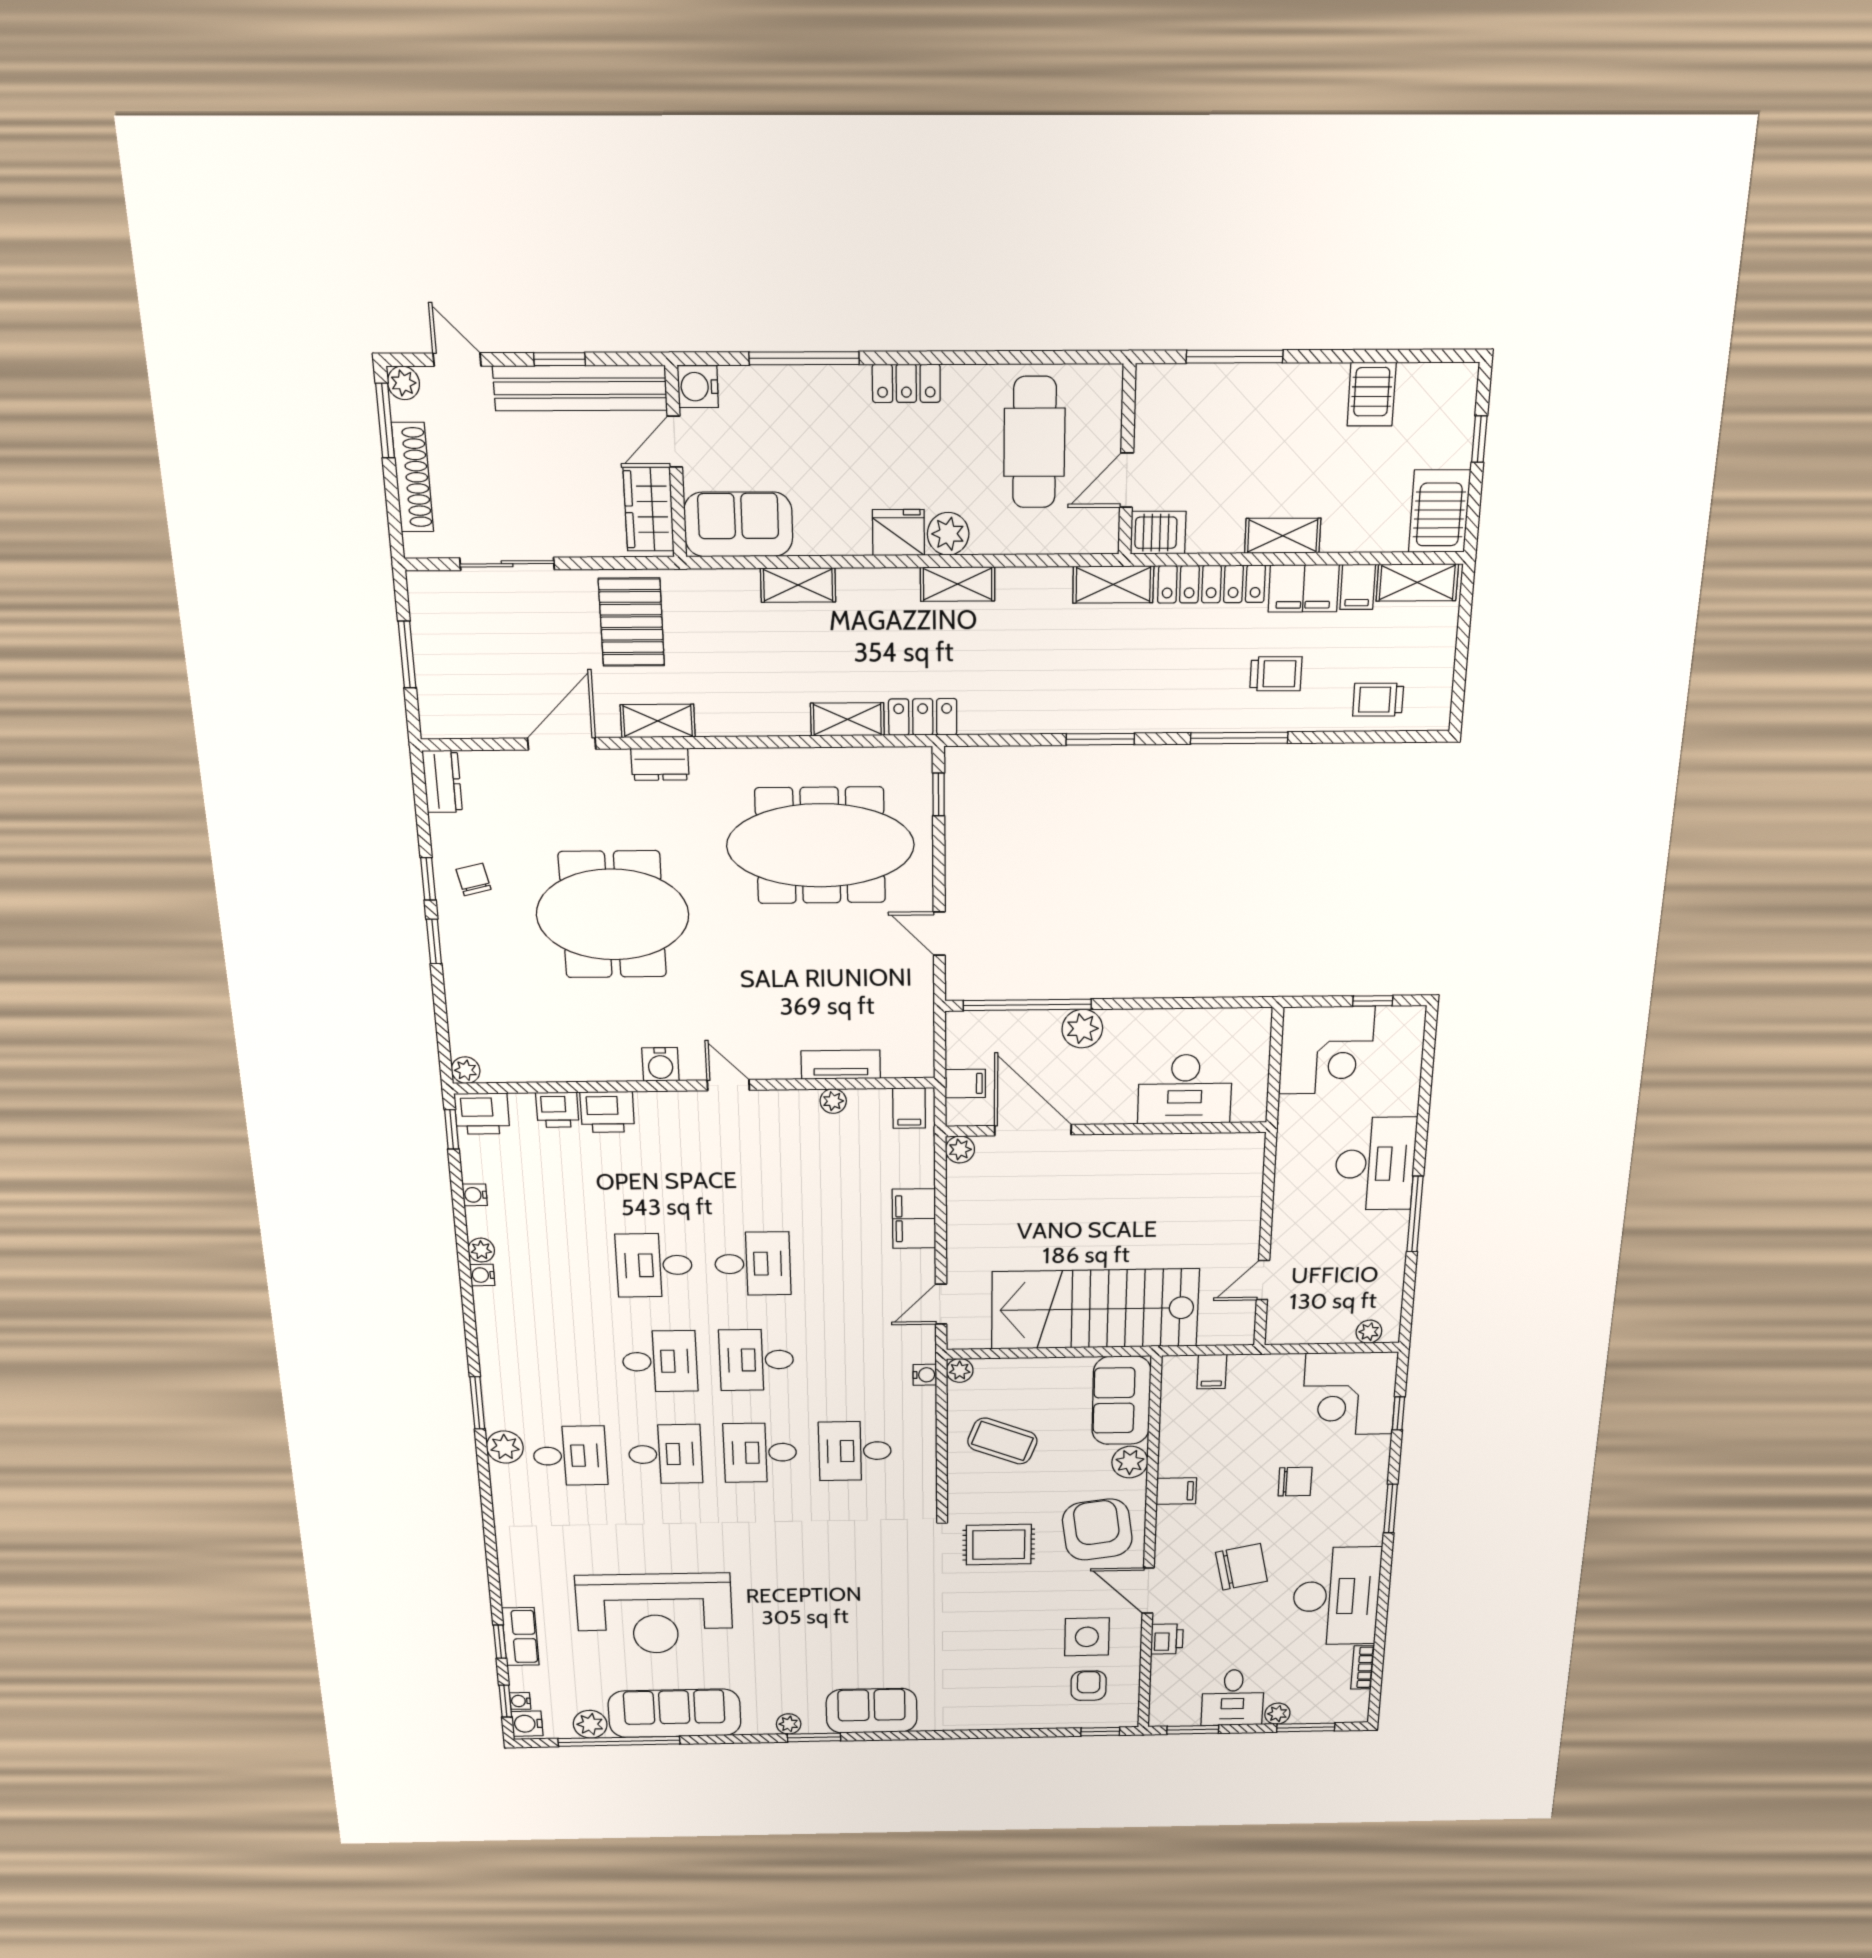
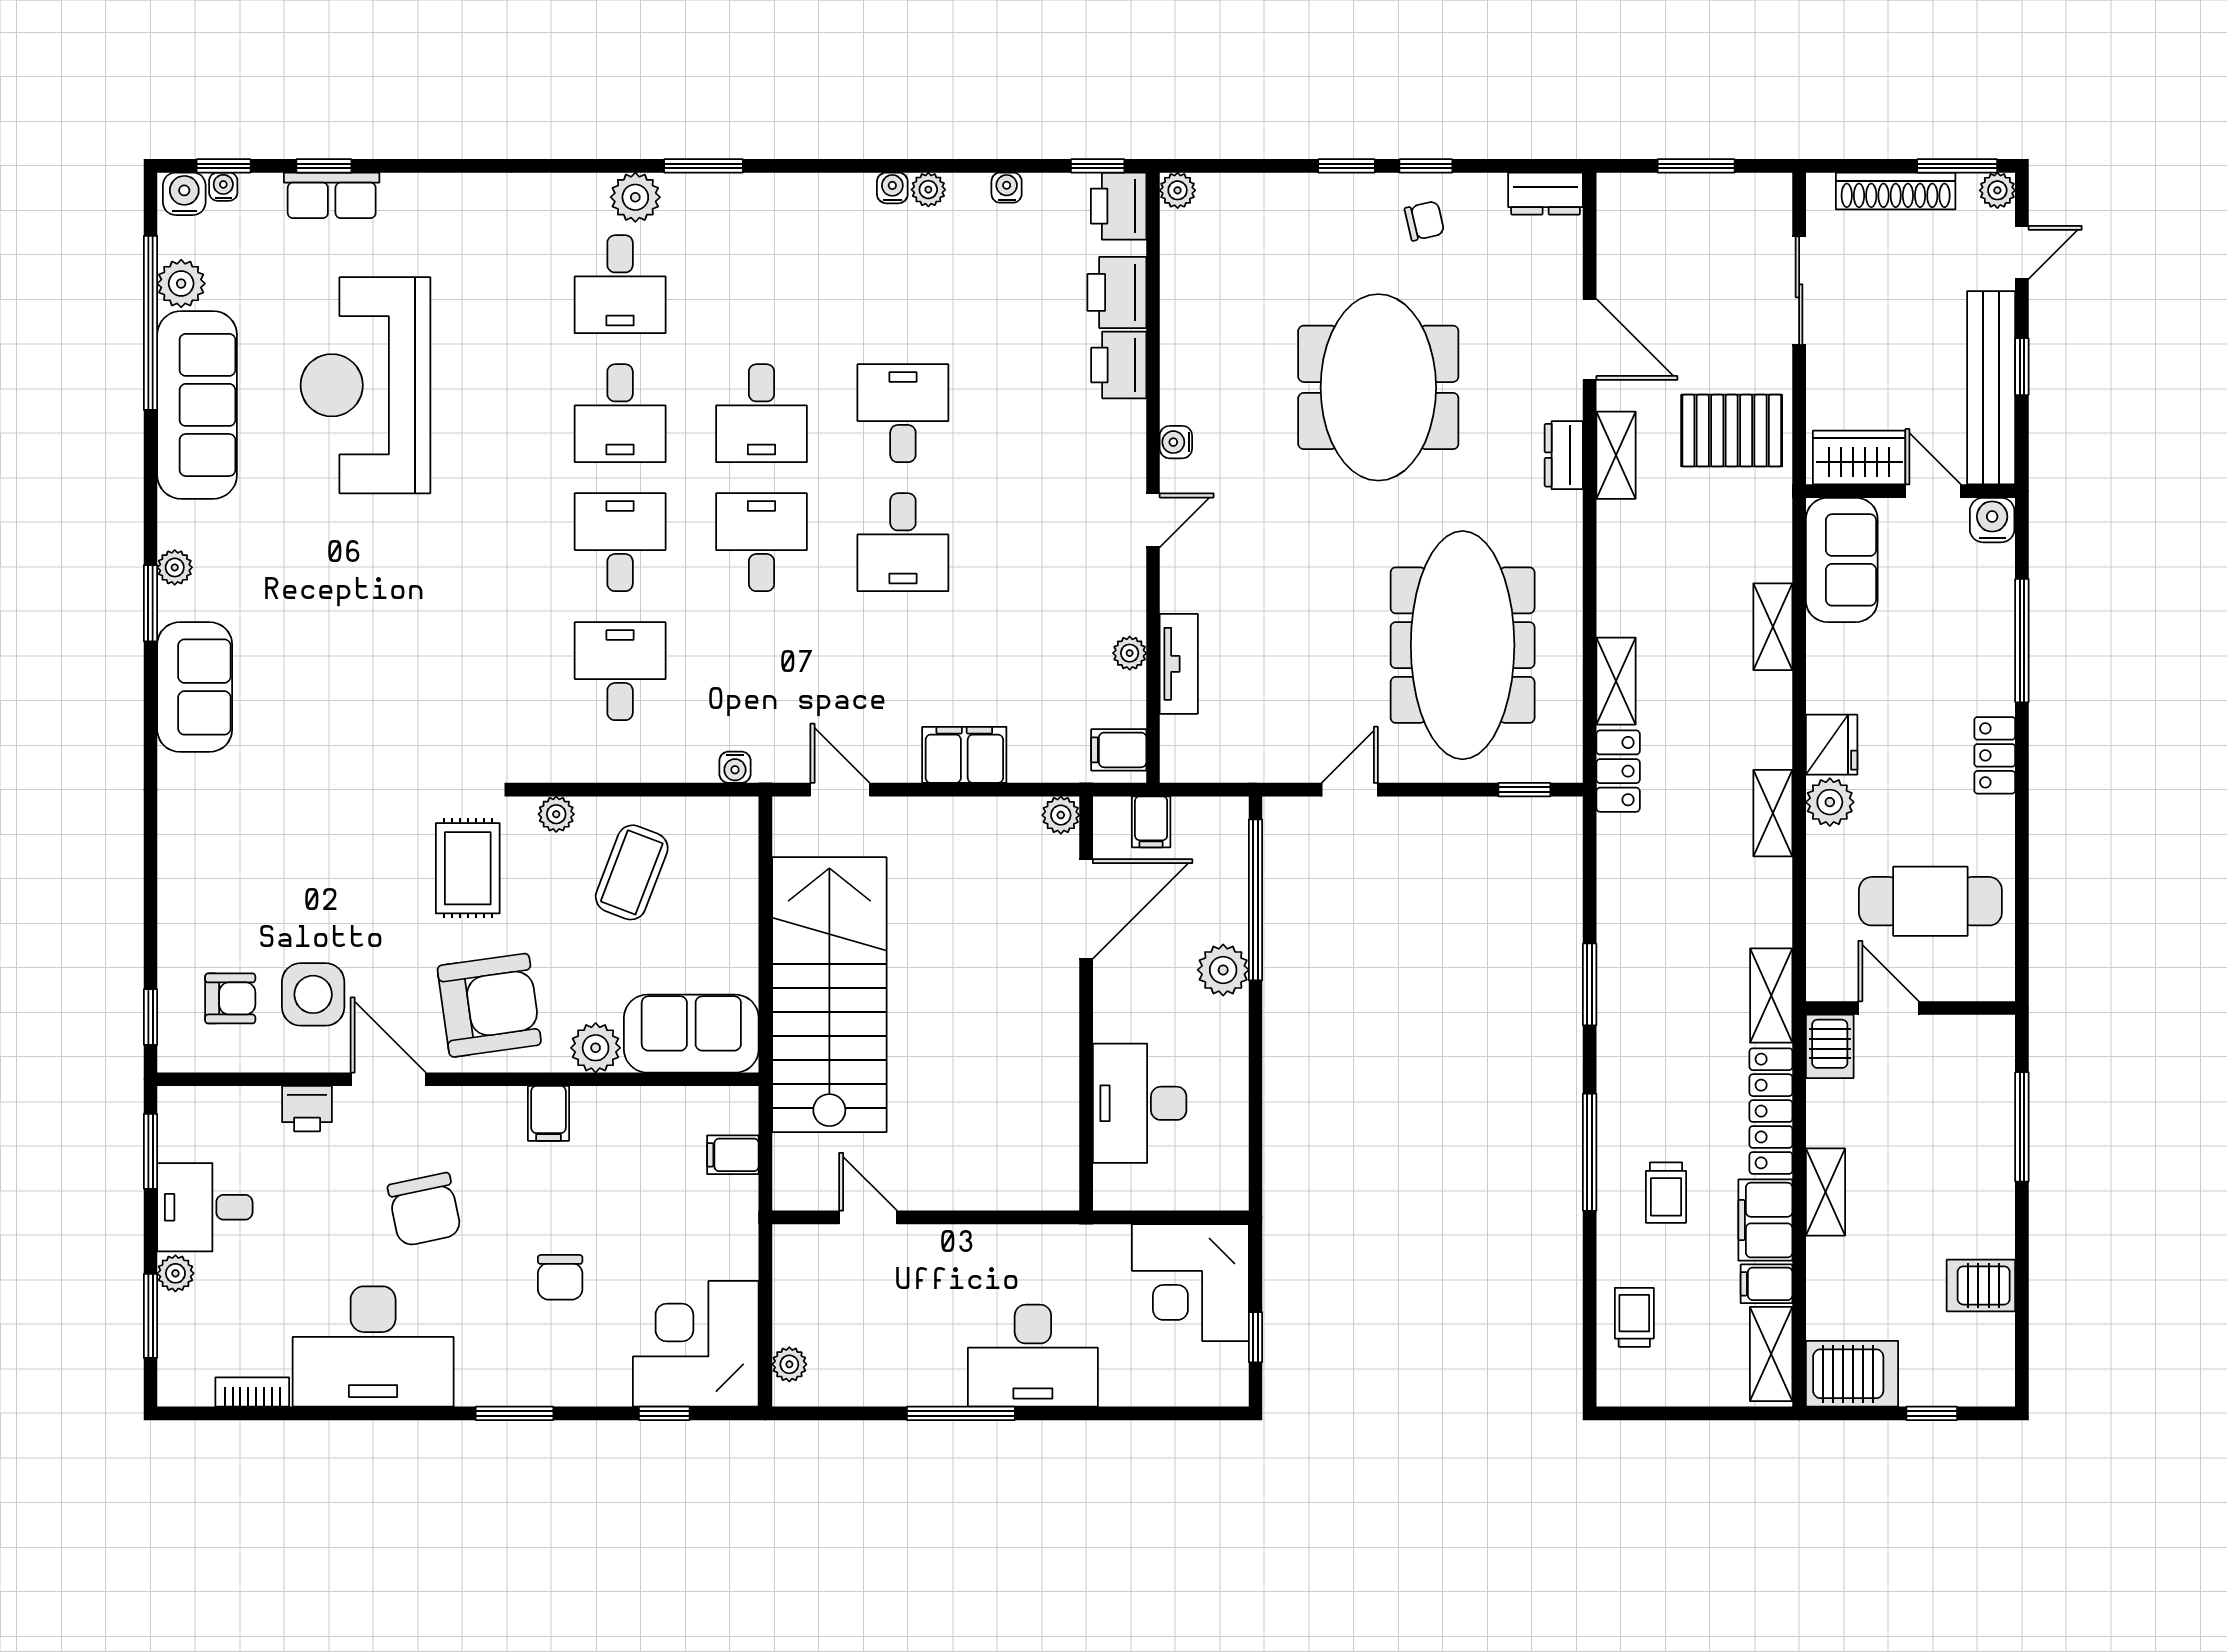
water cooler: (660, 1064) -> (1176, 442), width x0.72, depth x0.72
printer: (557, 1110) -> (1117, 292), width x1.36, depth x1.24
plant: (960, 1370) -> (556, 814), moved
door: (1148, 1591) -> (388, 1079), hinge flipped

